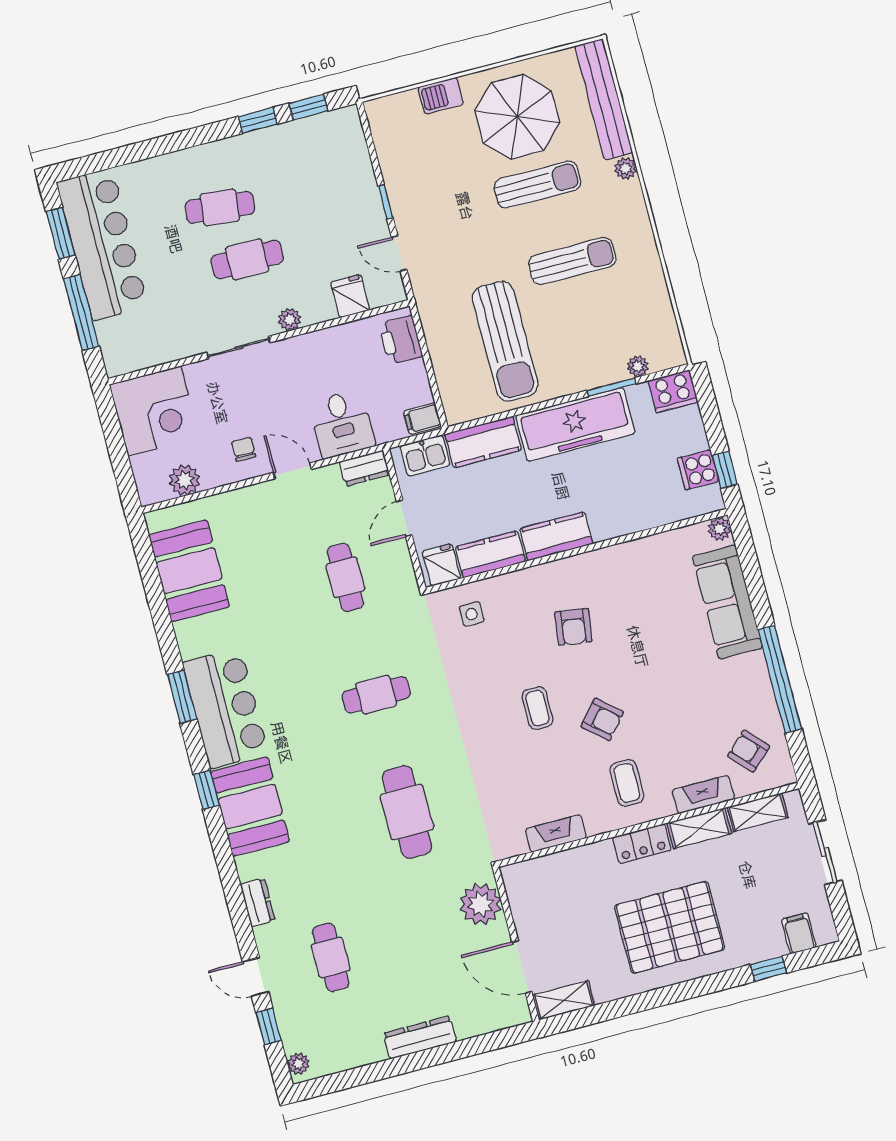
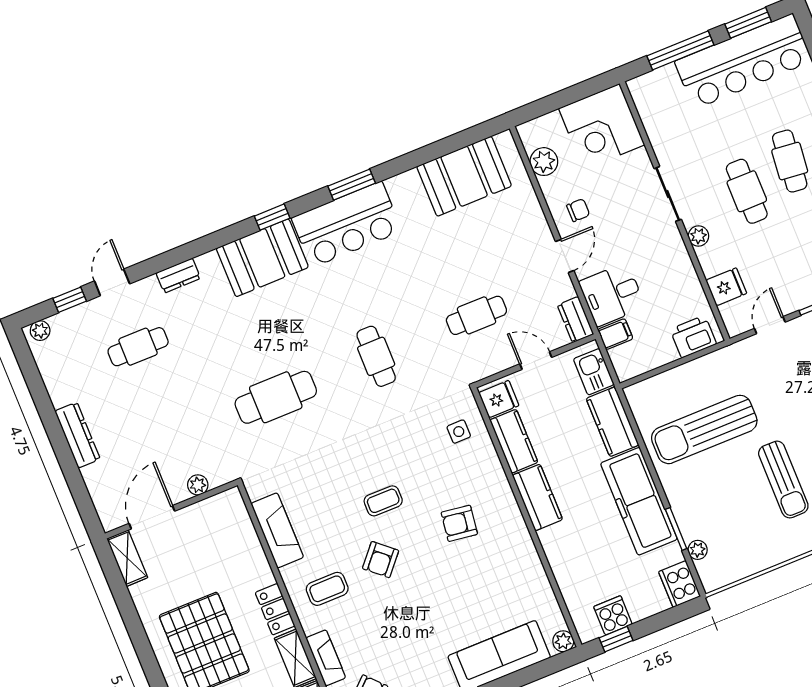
filing cabinet: (422, 419) -> (615, 334), moved, turned 90
fireplace: (556, 834) -> (277, 530), width x1.37, depth x1.32
plant: (481, 904) -> (198, 485), width x0.53, depth x0.53

